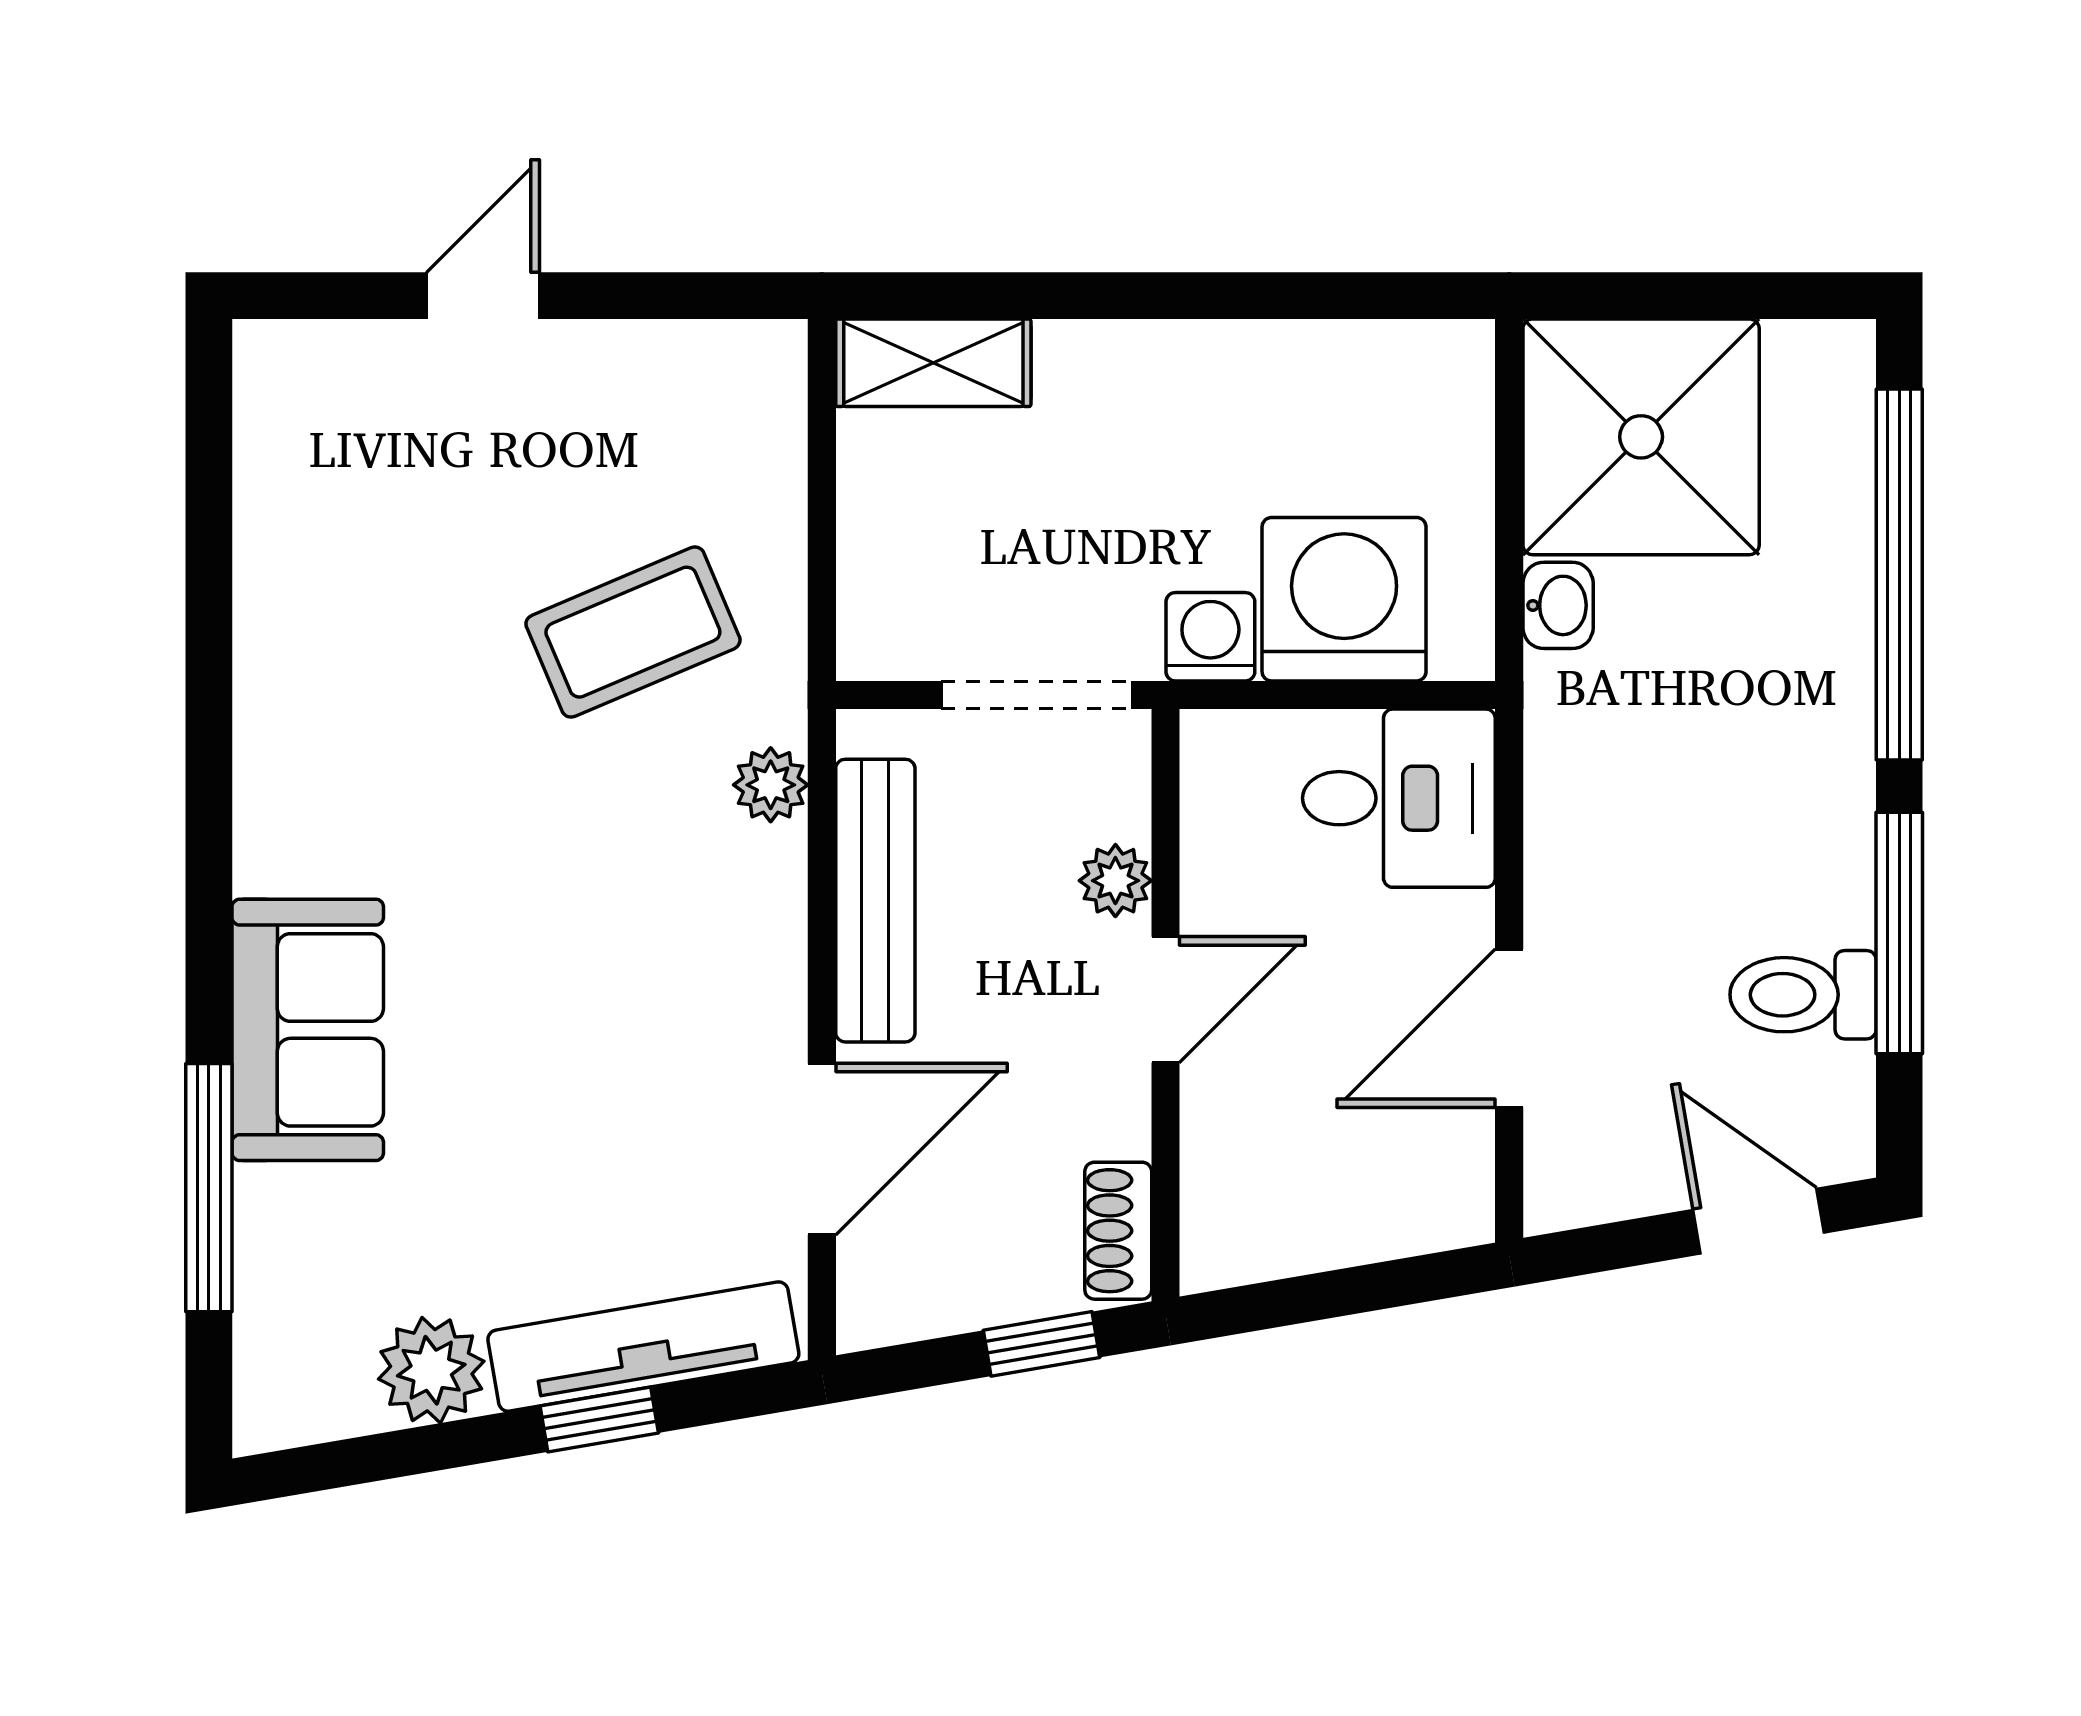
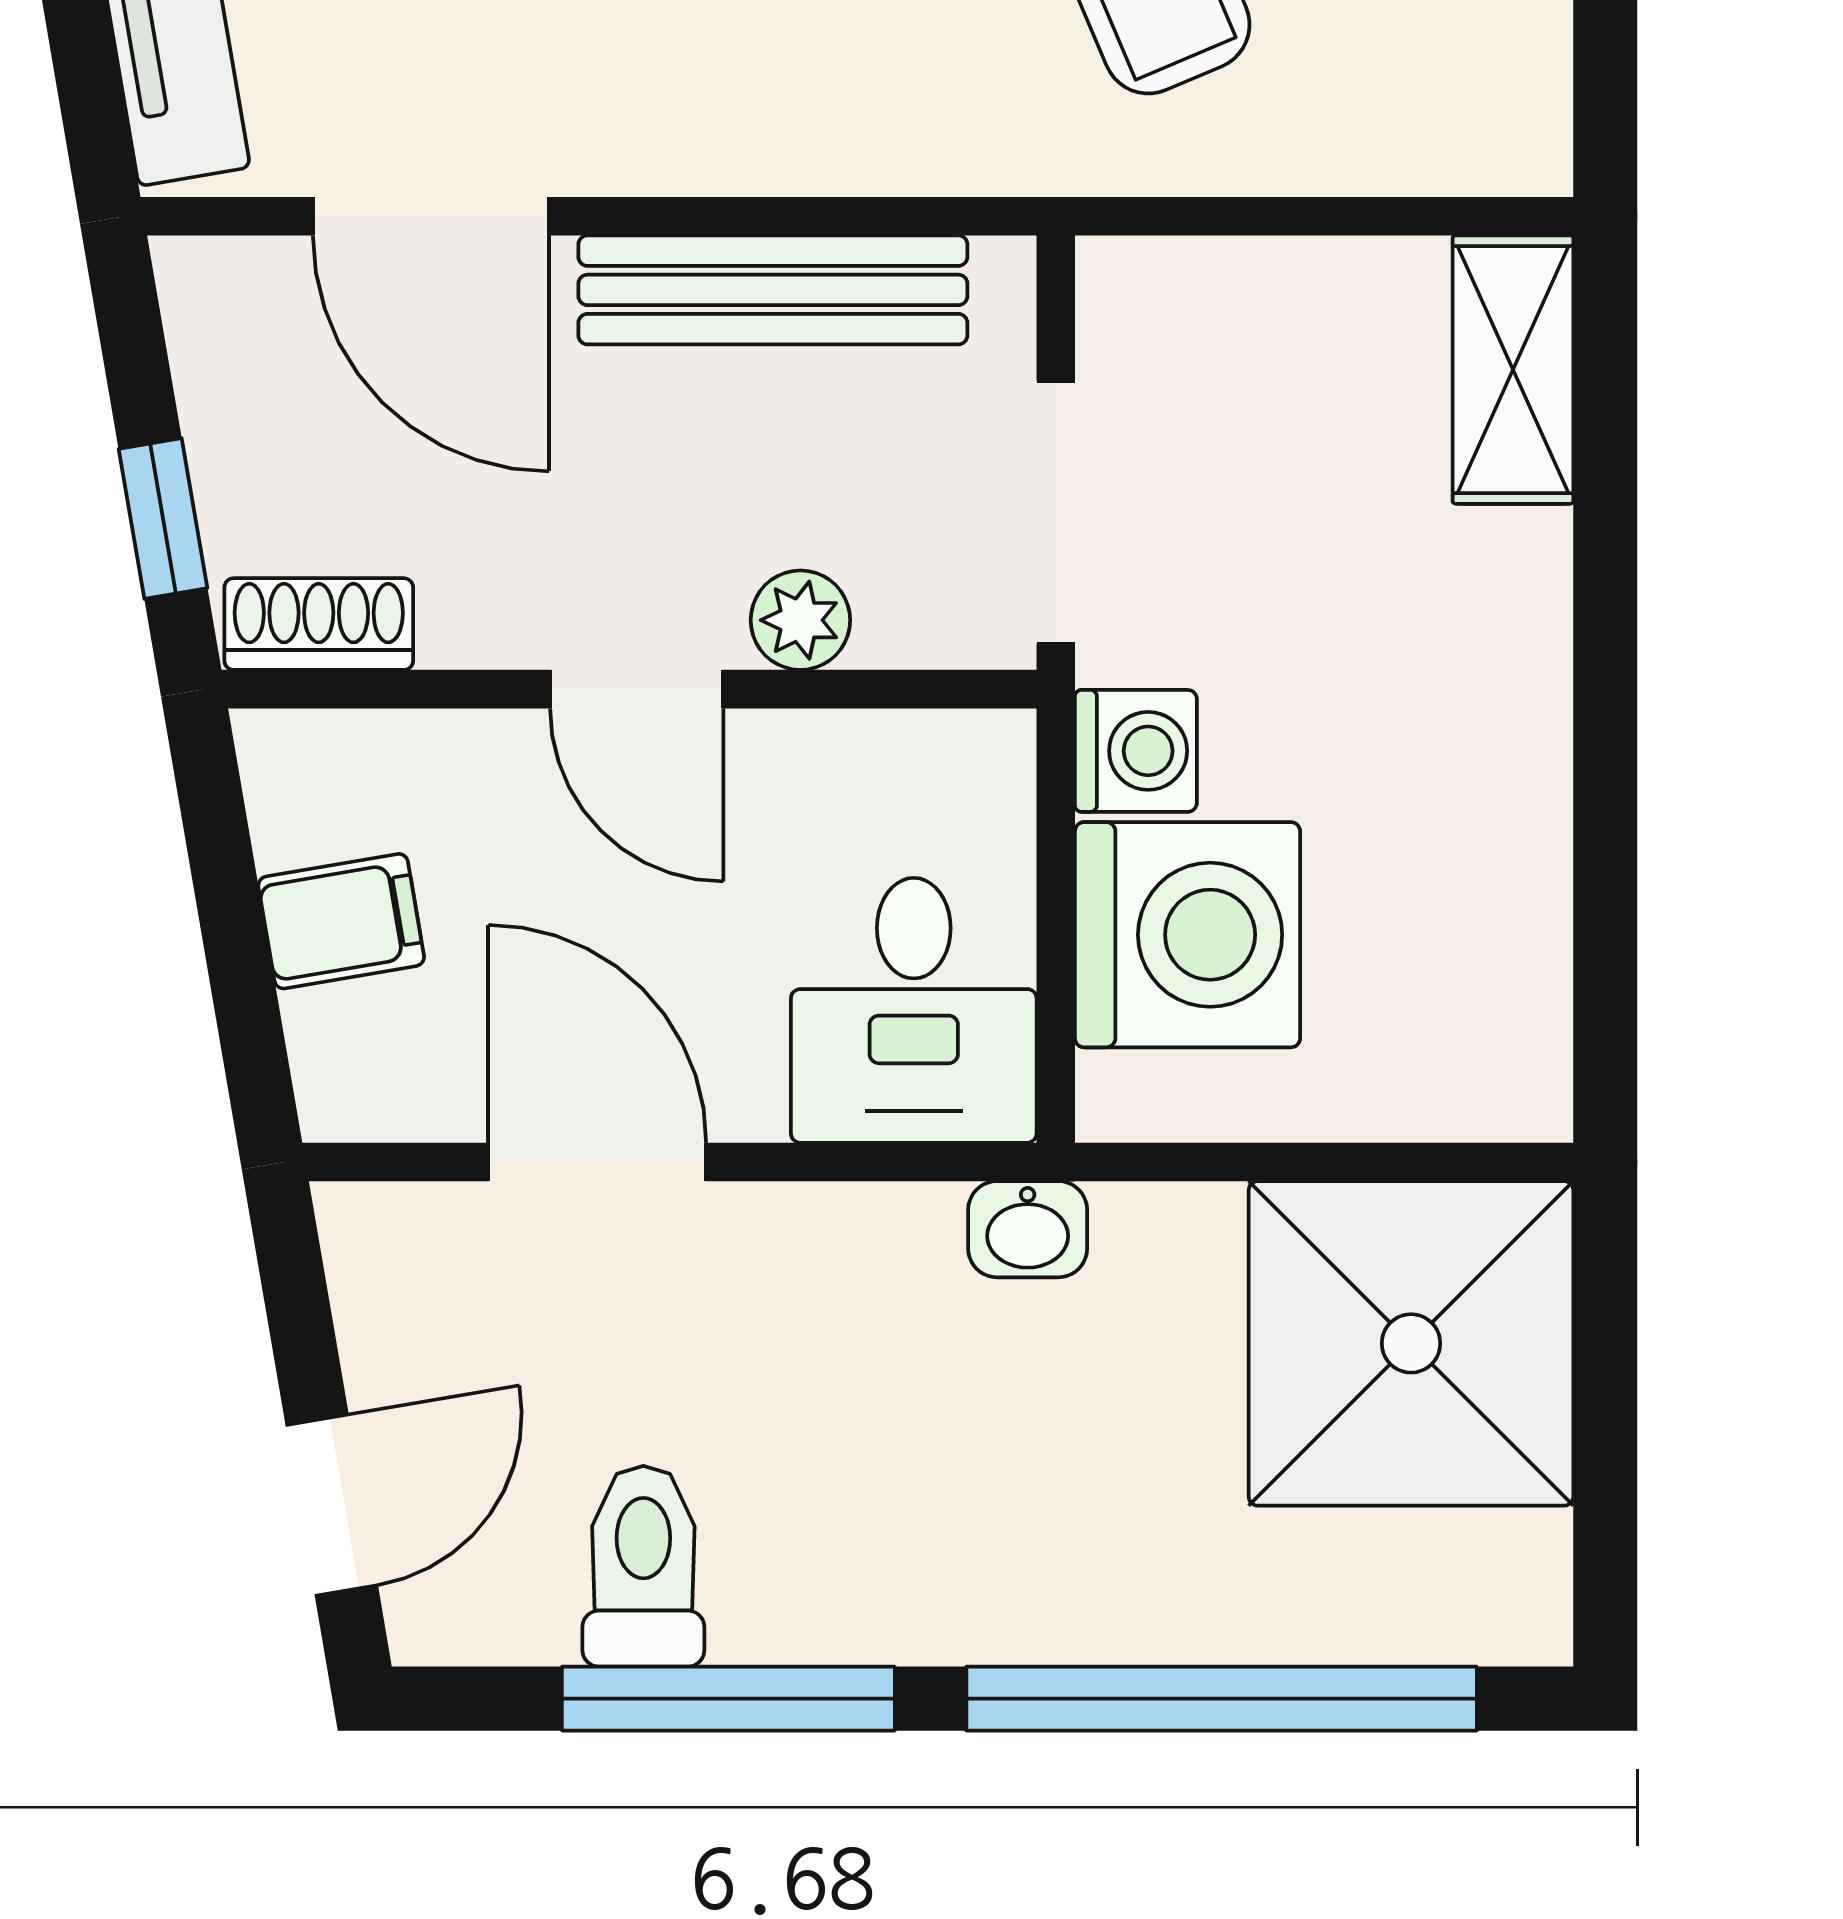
washbasin: (1558, 605) -> (1028, 1229), moved
plant: (771, 785) -> (932, 146), removed
filing cabinet: (1334, 1214) -> (341, 921), added

